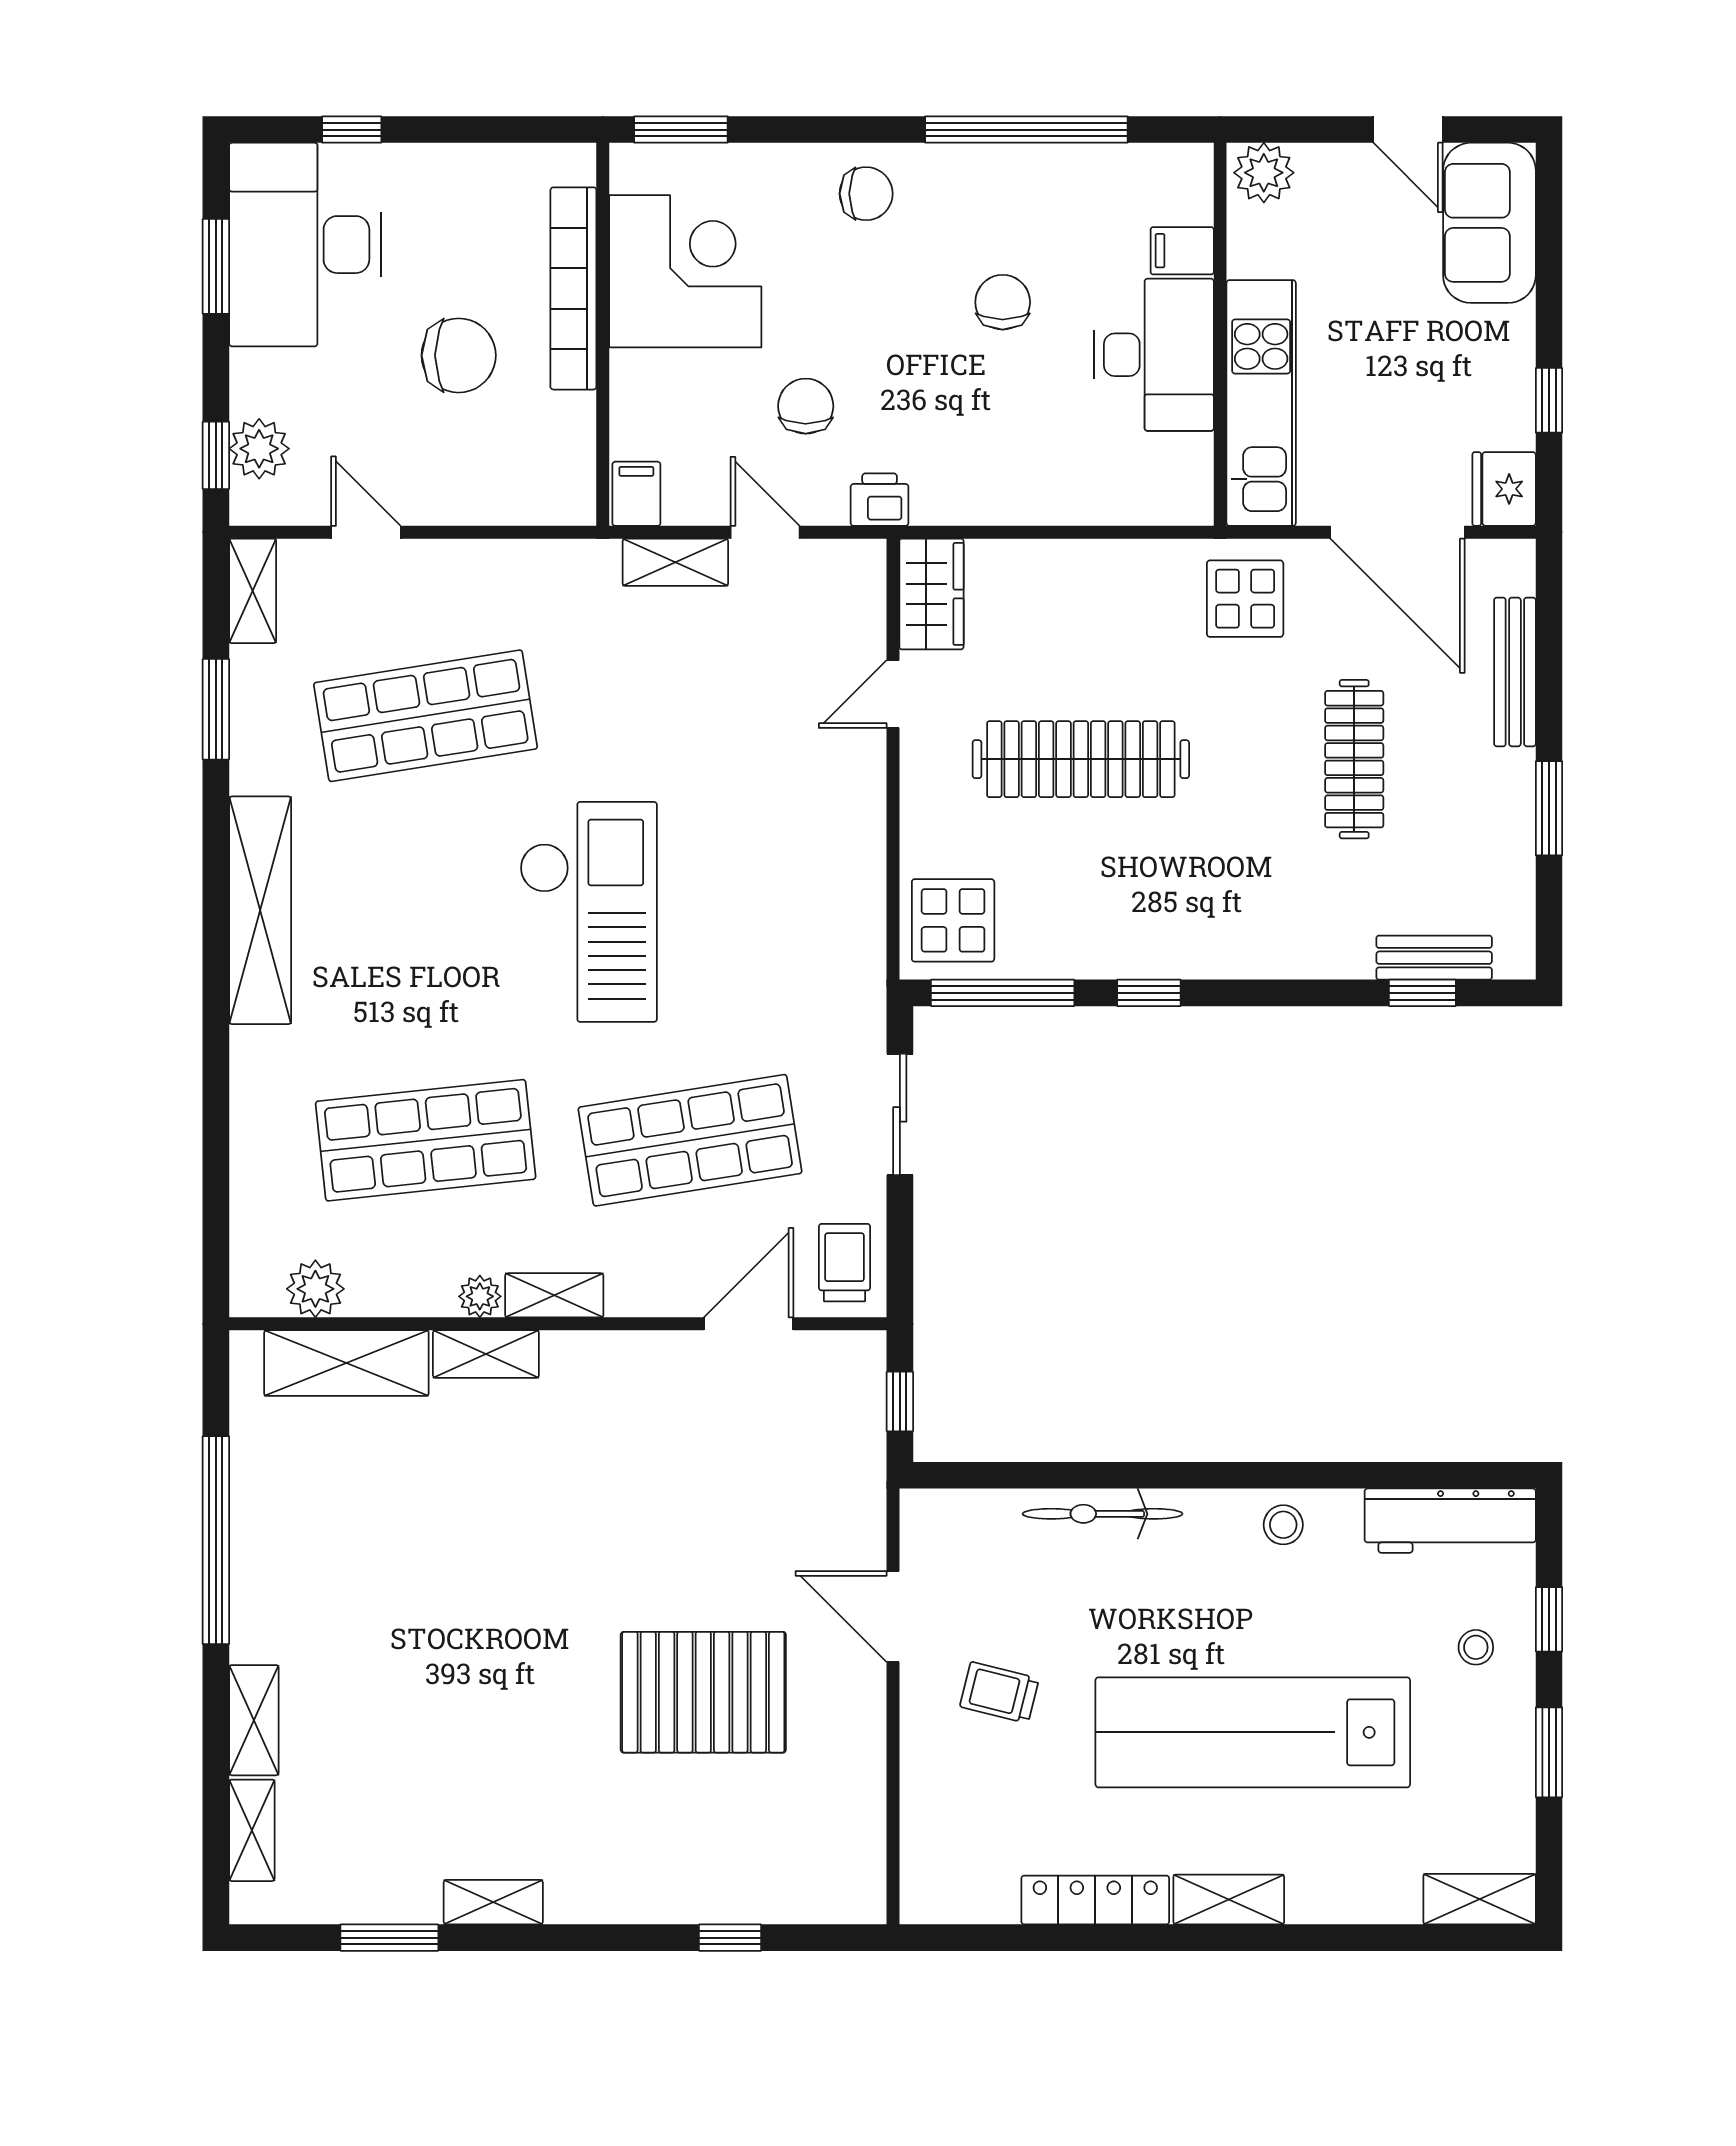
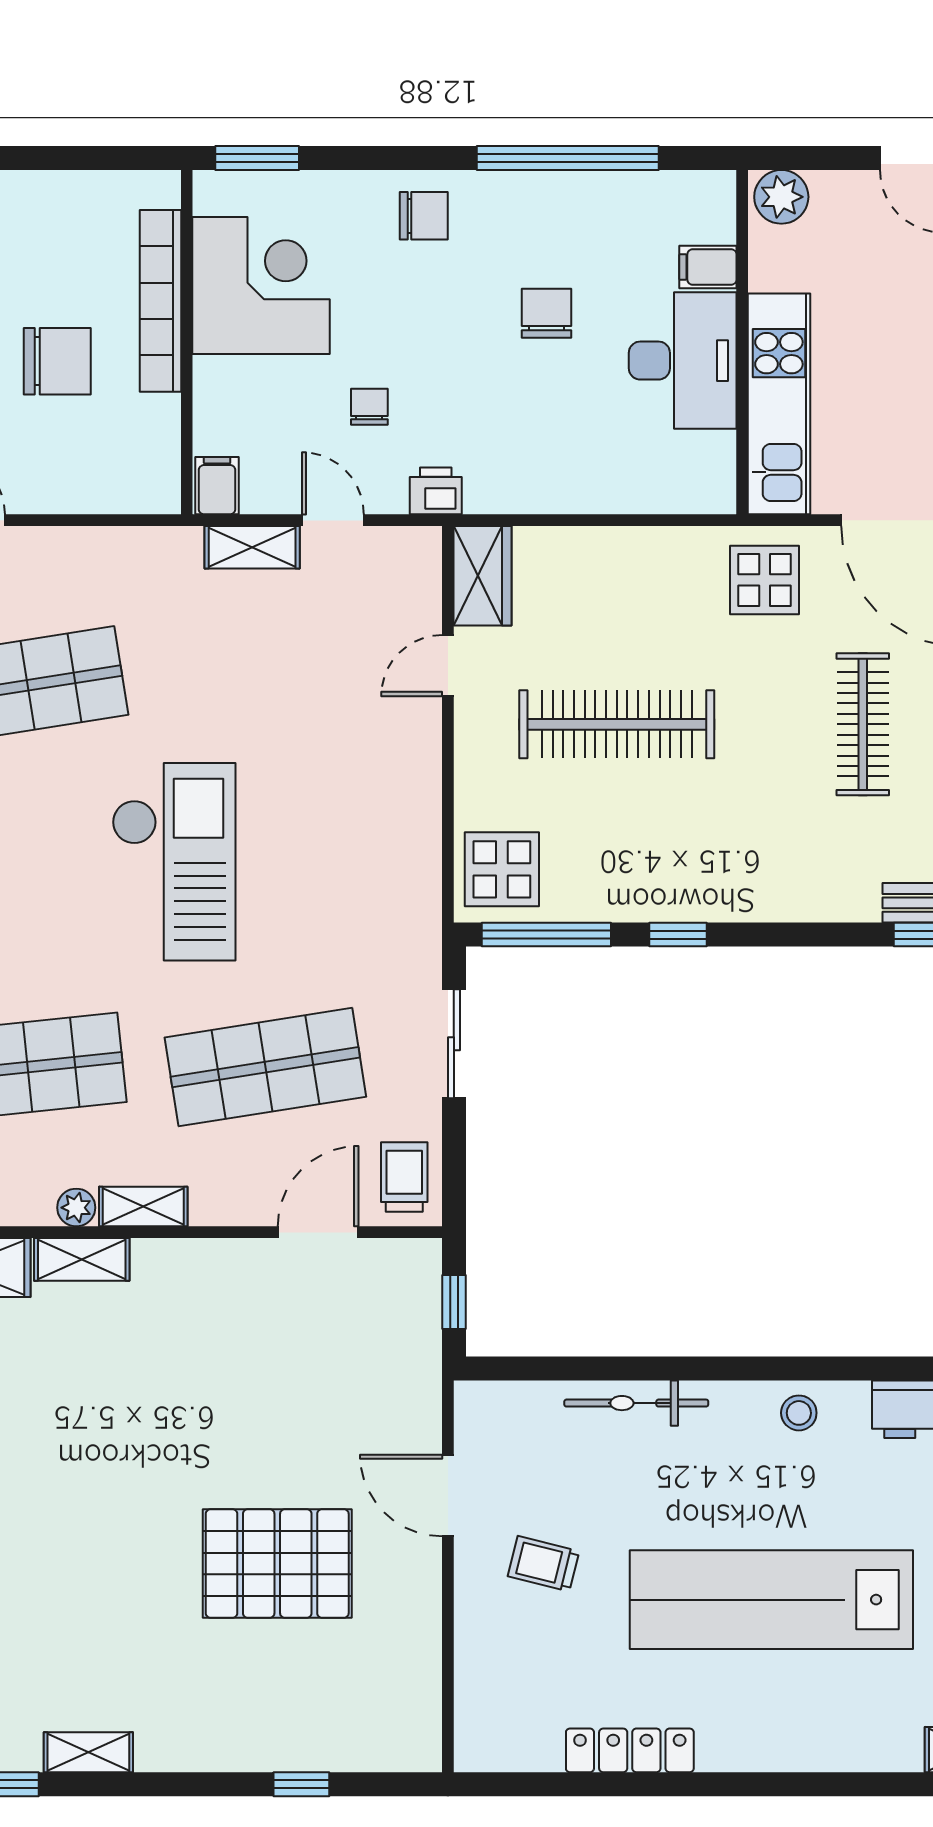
chair: (806, 406) -> (369, 407), width x0.73, depth x0.73
shelving: (1229, 1899) -> (750, 1750), removed

